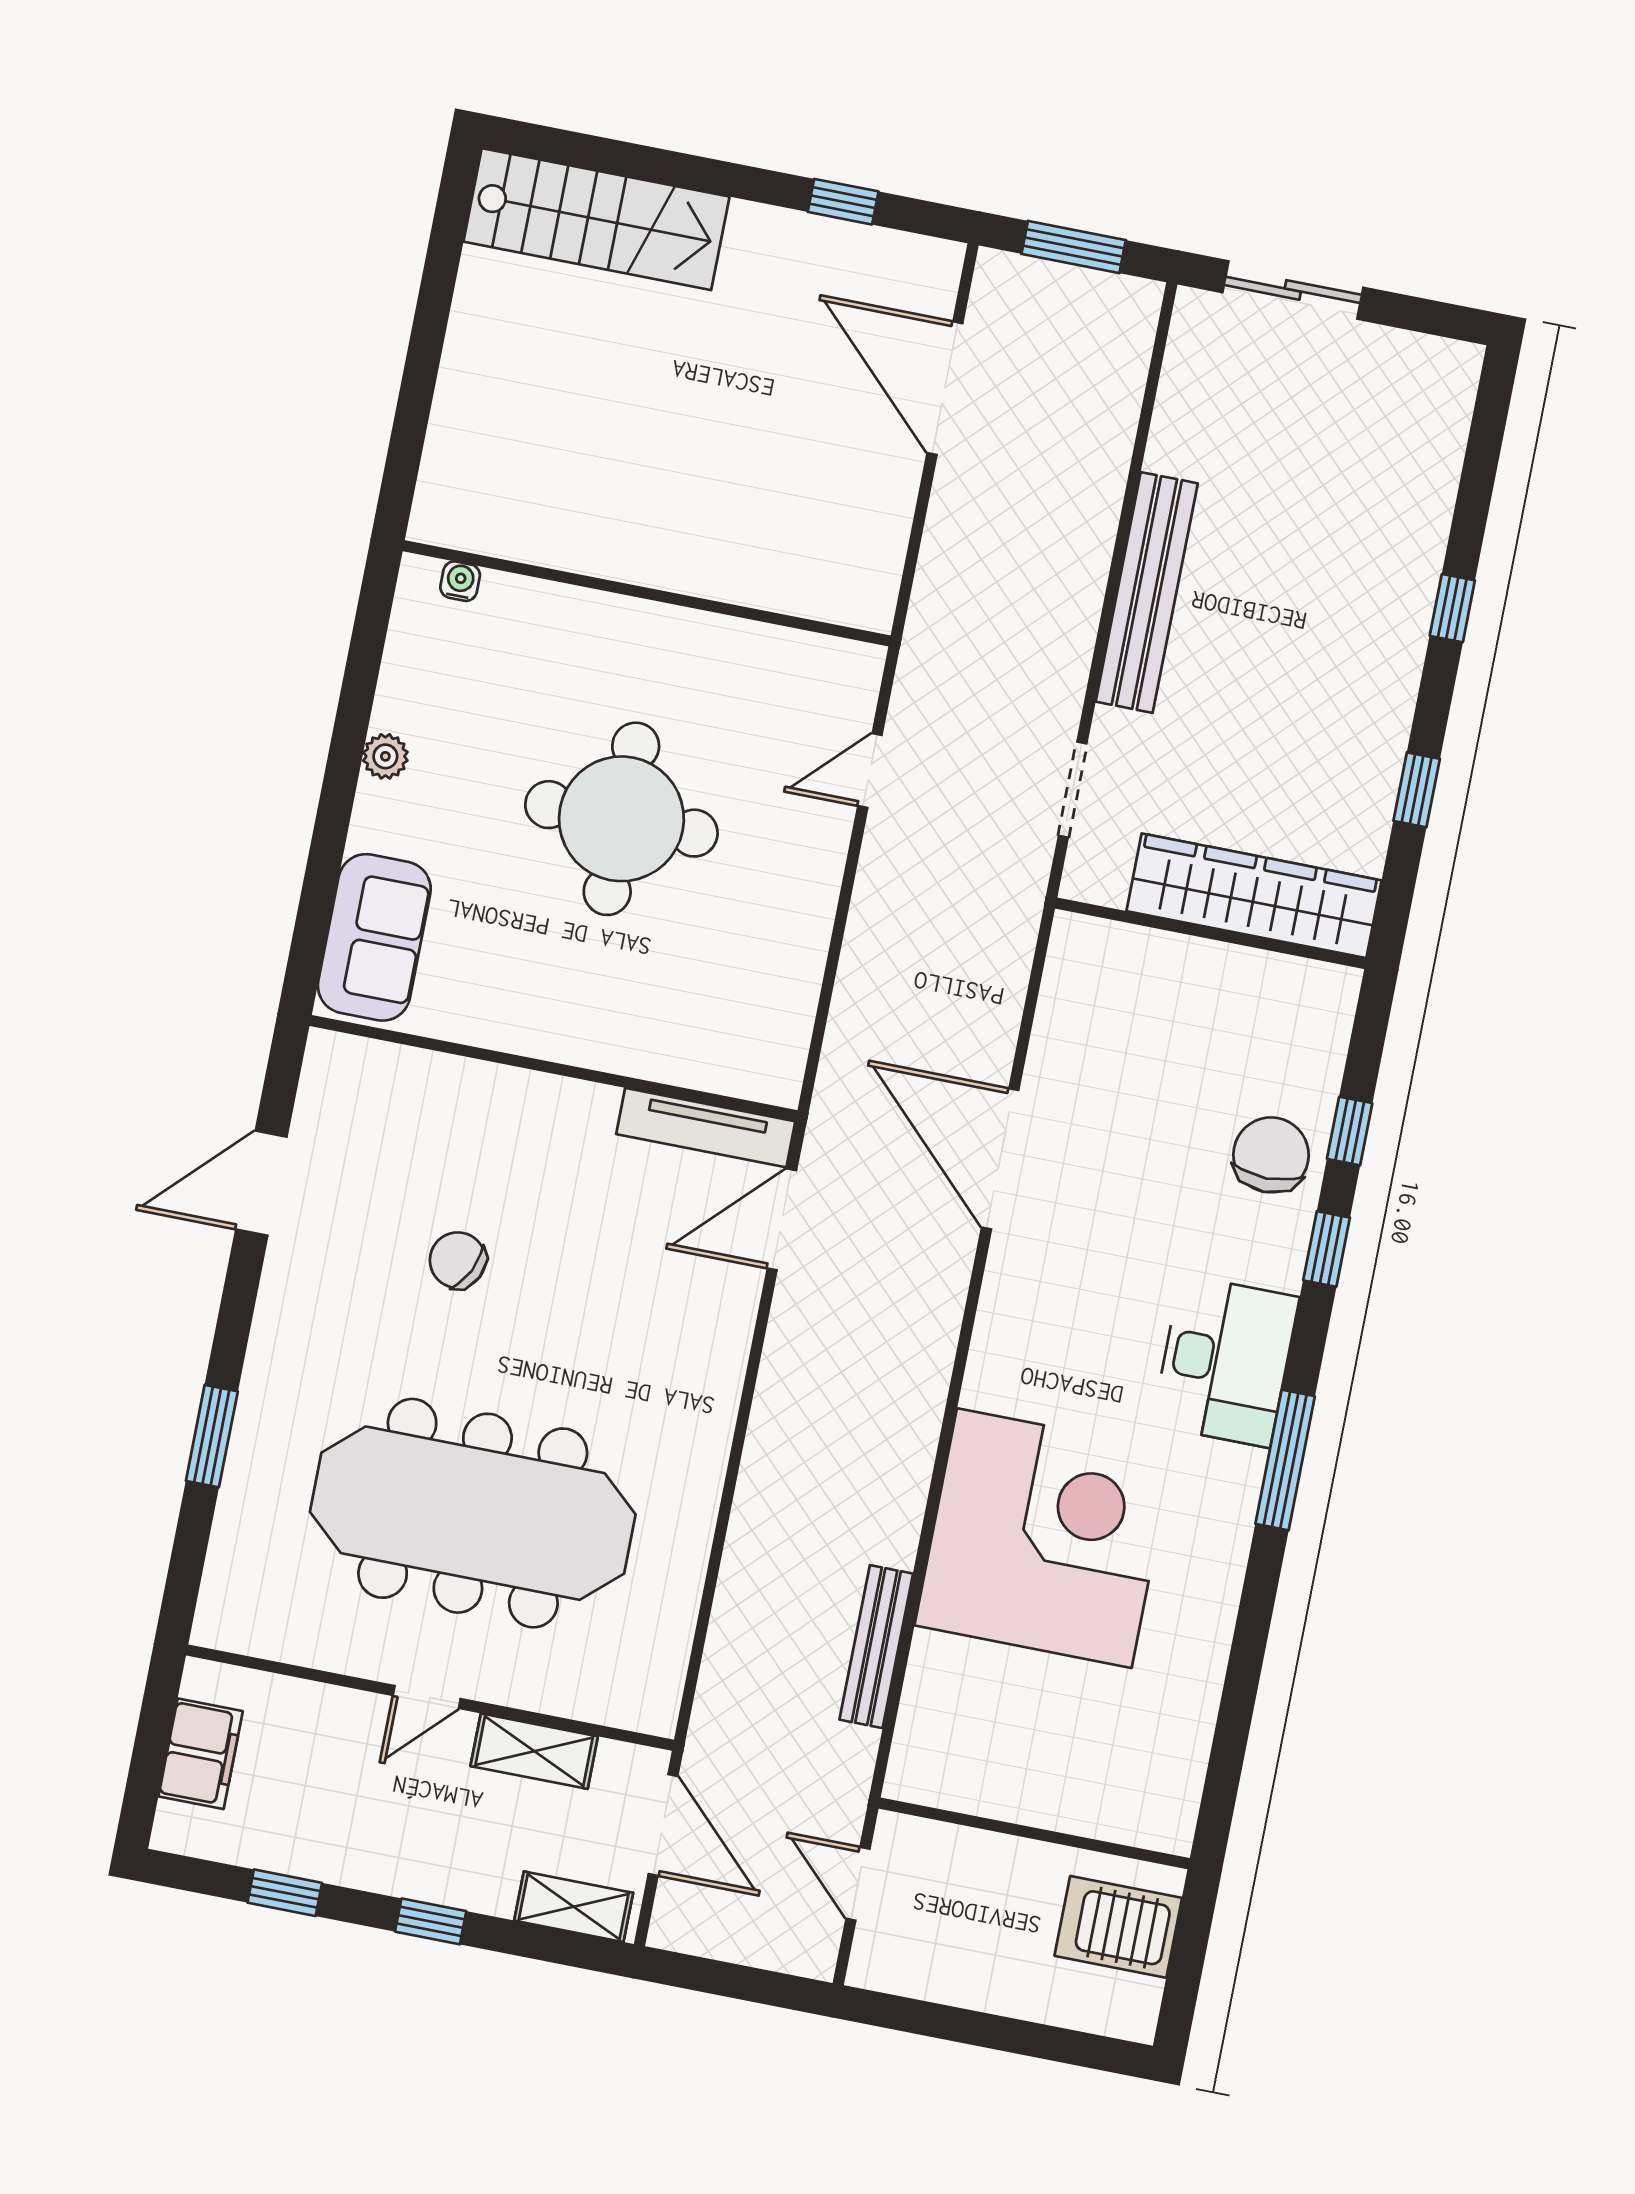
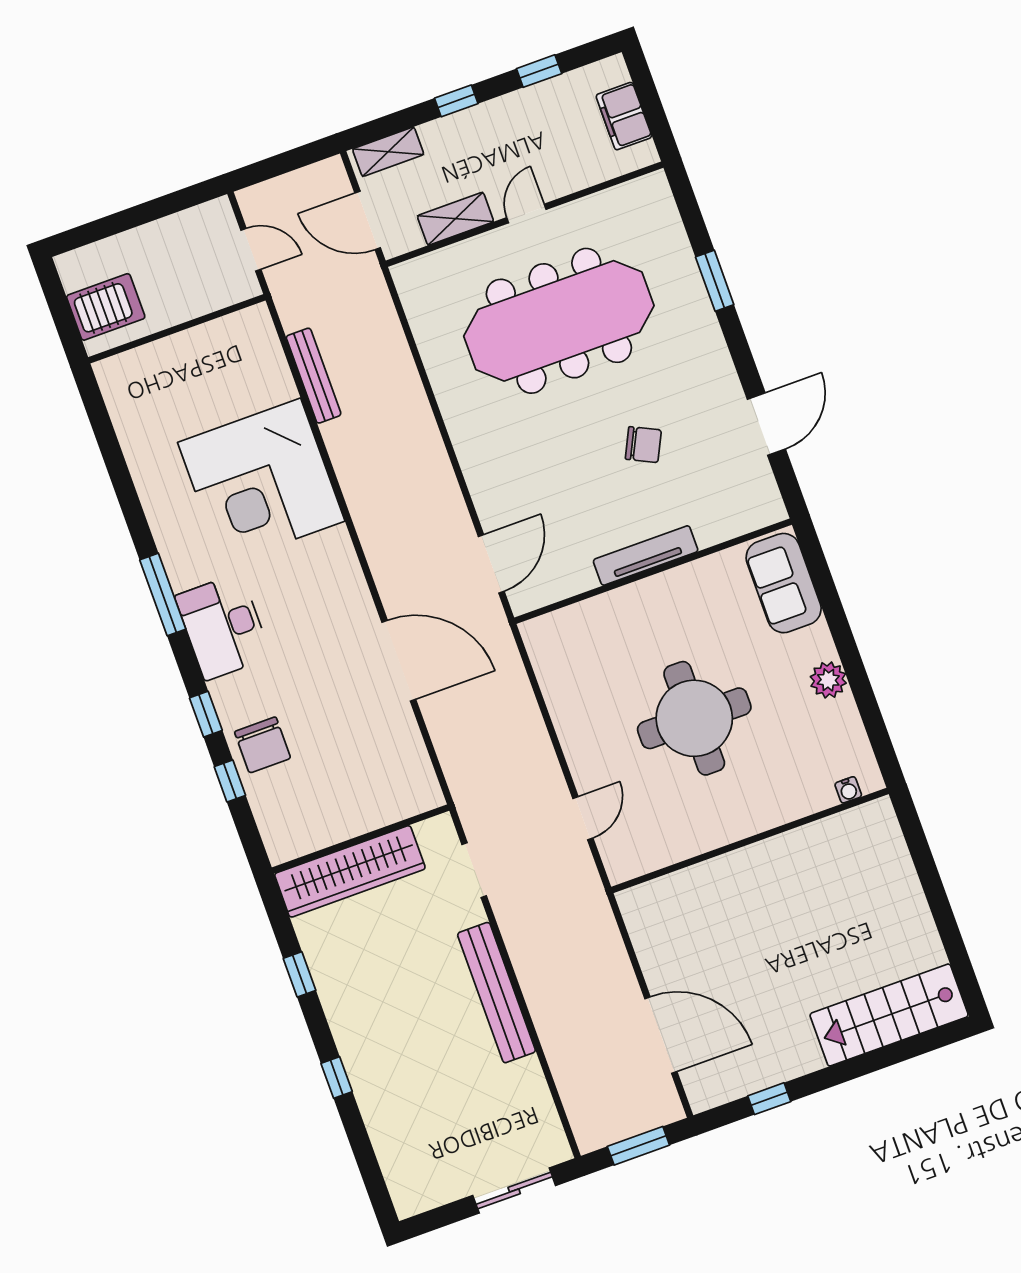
plant: (385, 756) -> (828, 680), width x1.38, depth x1.38
tv unit: (706, 1128) -> (646, 556), moved

